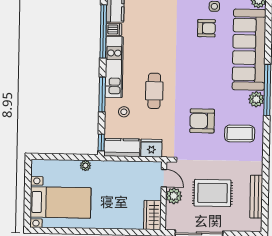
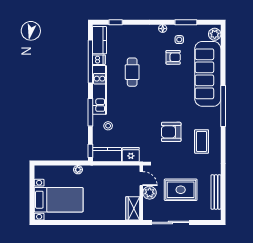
cafe table: (154, 91) -> (132, 72), moved
plant: (256, 99) -> (214, 114), removed
coffee table: (240, 134) -> (202, 141), turned 90

